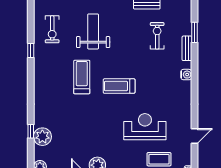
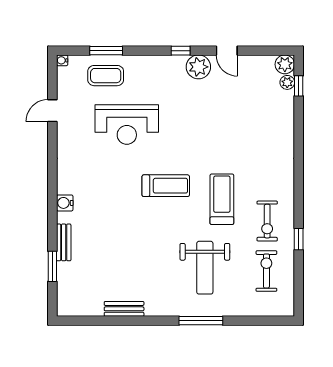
exercise bike: (157, 36) -> (267, 221), moved
treadmill: (82, 77) -> (222, 199), turned 180
window: (31, 131) -> (299, 86), moved
plant: (42, 137) -> (287, 82), moved, width x0.53, depth x0.53

